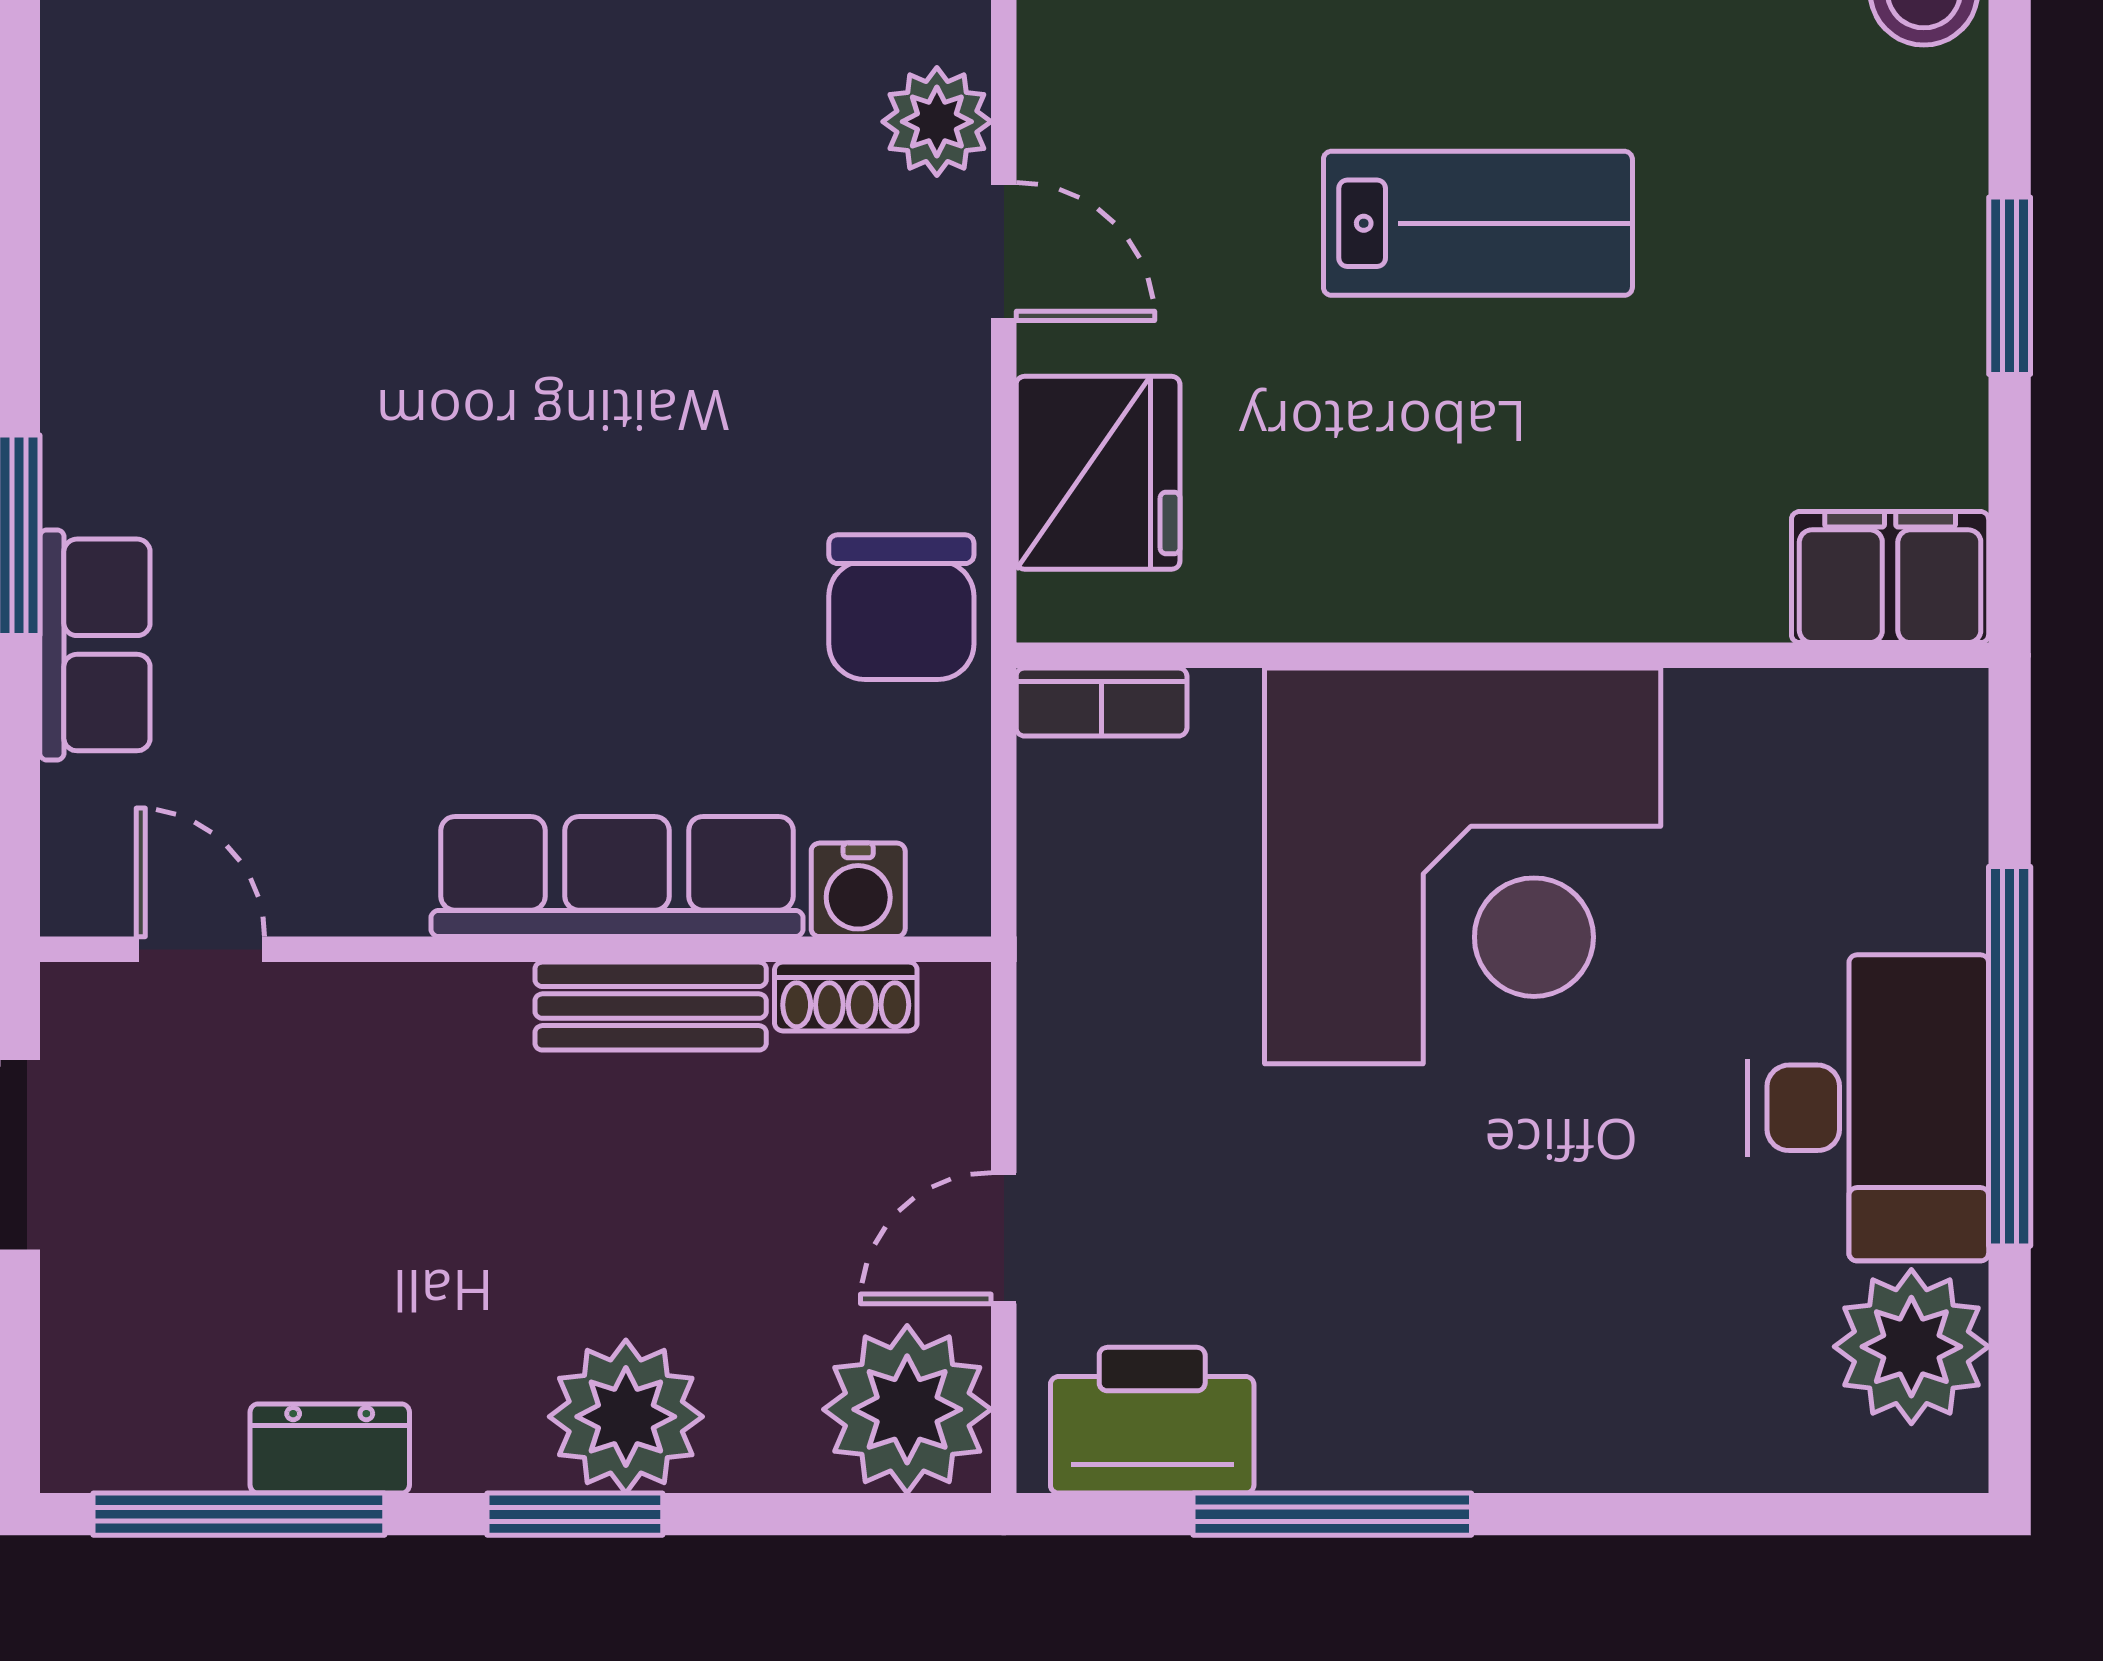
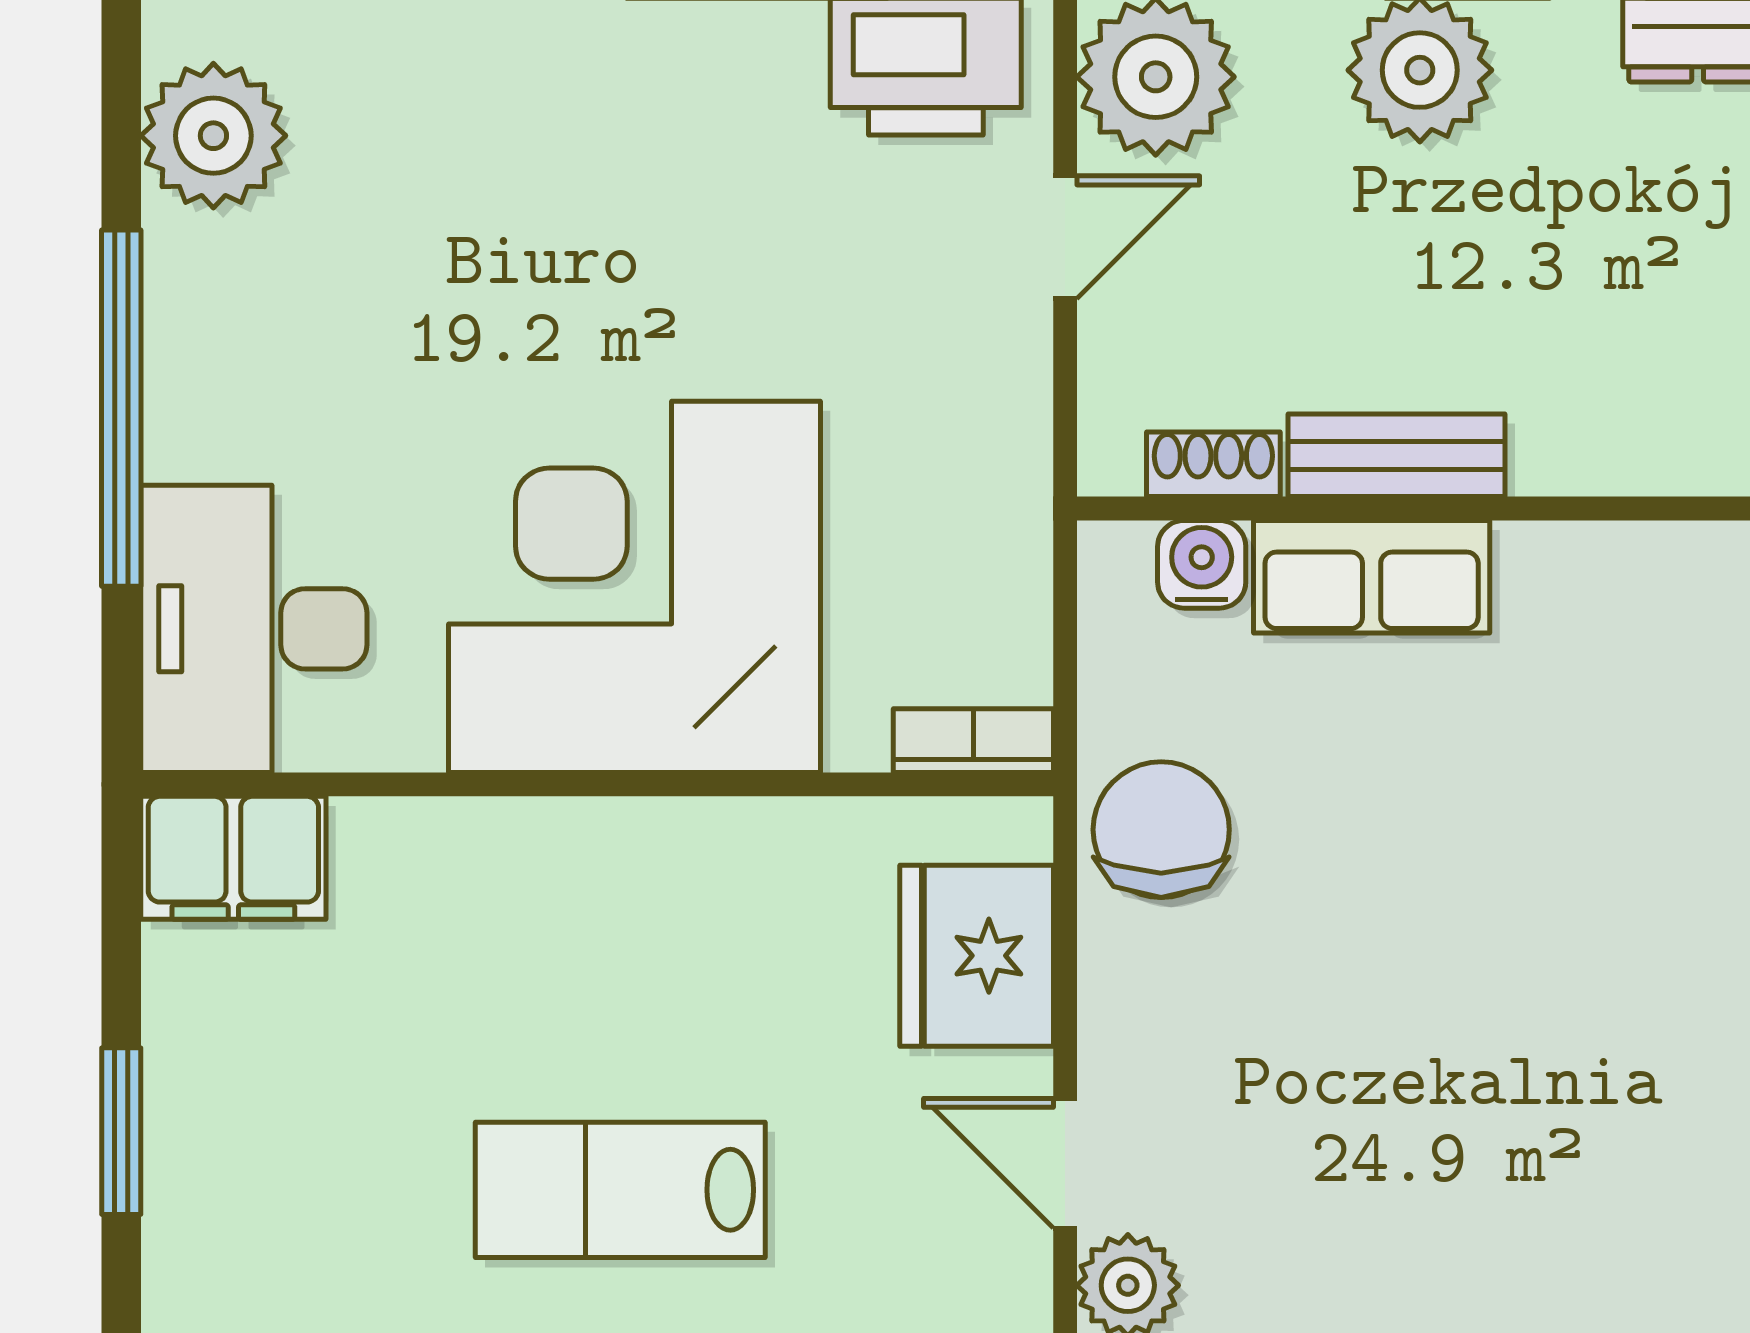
row of seats: (617, 877) -> (1372, 577), width x0.68
desk: (1868, 1108) -> (254, 629), moved

